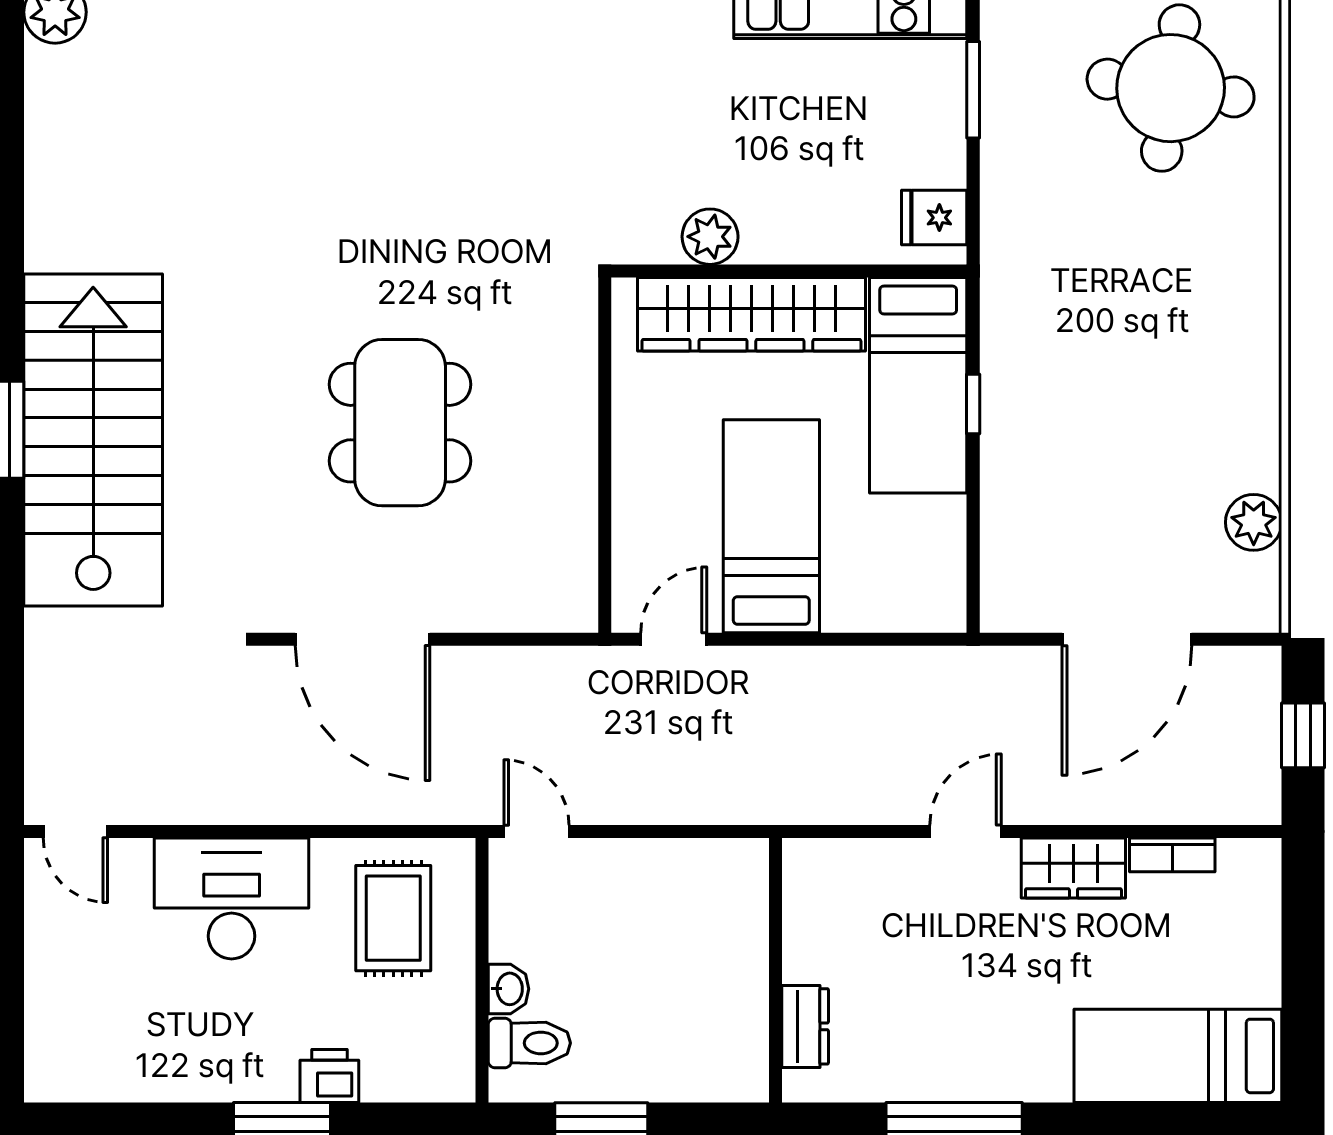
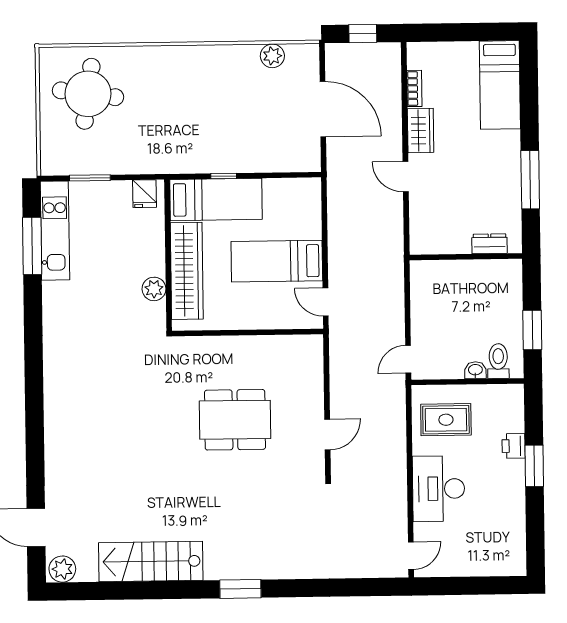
stairs: (93, 440) -> (151, 561), moved, width x0.73, depth x0.66
door: (363, 639) -> (327, 434), width x0.53

